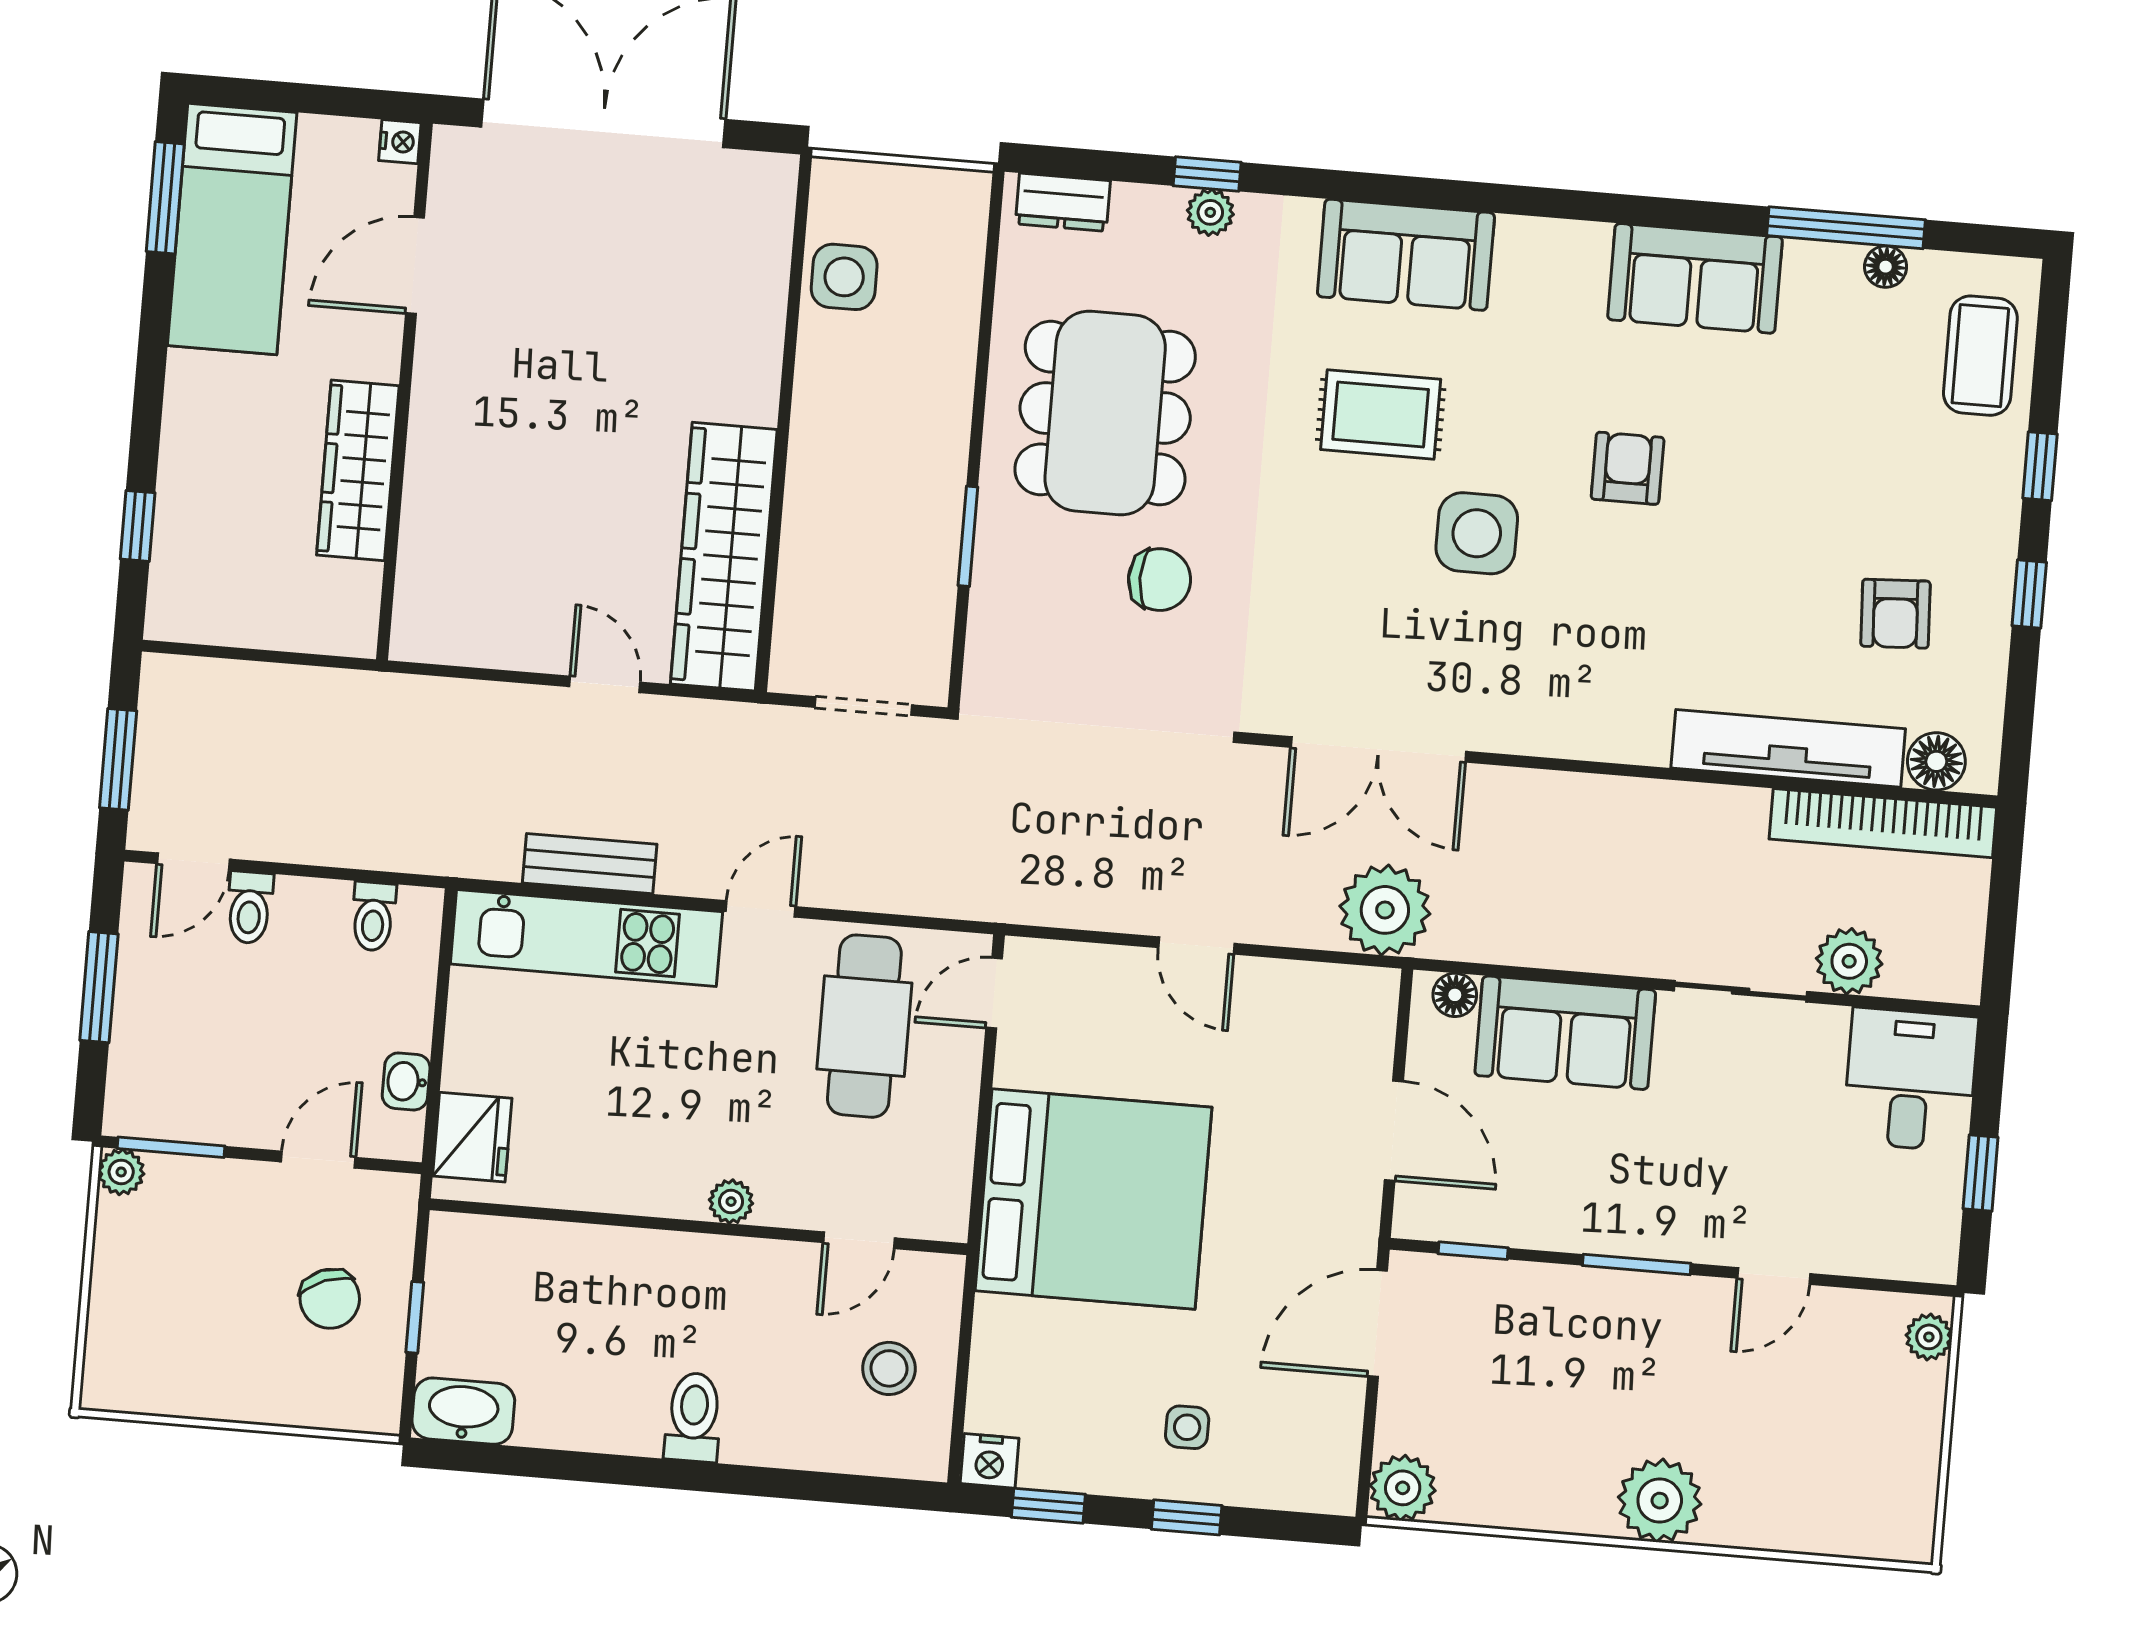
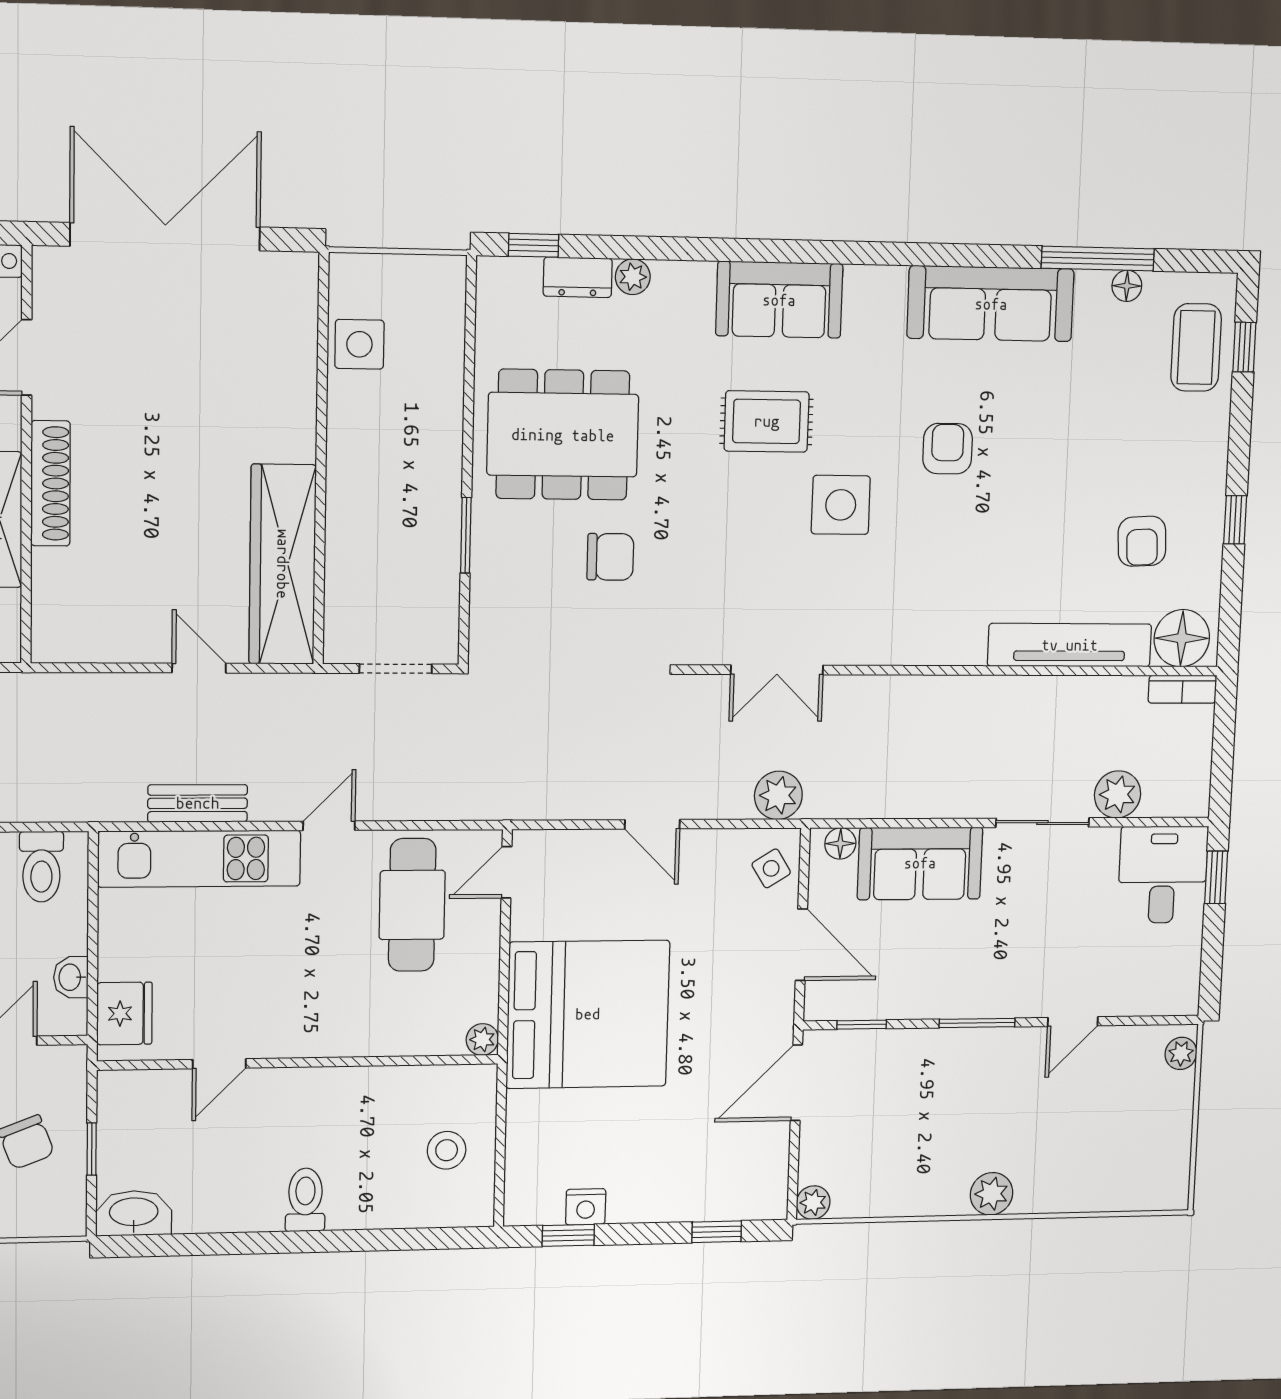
window: (1207, 174) -> (534, 245), moved
dresser: (1063, 202) -> (578, 277), moved
sofa: (1695, 278) -> (991, 304), width x1.36
dining table: (1105, 413) -> (563, 435), turned 90
shoe rack: (432, 429) -> (50, 483), added
window: (2040, 466) -> (1244, 347), moved
double door: (1378, 749) -> (777, 670), width x0.73
floor lamp: (1936, 761) -> (1182, 638), width x1.38, depth x1.38
bookcase: (1883, 823) -> (1182, 689), width x0.43, depth x0.76
plant: (1385, 910) -> (778, 795), width x0.73, depth x0.73
toilet: (373, 916) -> (41, 867), width x1.37, depth x1.39
window: (1981, 1173) -> (1216, 877), moved
plant: (731, 1202) -> (482, 1040), moved
door: (859, 1240) -> (219, 1064), moved
side table: (1187, 1427) -> (771, 868), moved, turned -32
nightstand: (990, 1461) -> (586, 1207), moved
plant: (1403, 1488) -> (813, 1203), width x0.73, depth x0.73
plant: (1660, 1501) -> (991, 1194), width x0.73, depth x0.73
window: (1187, 1517) -> (717, 1232), moved

